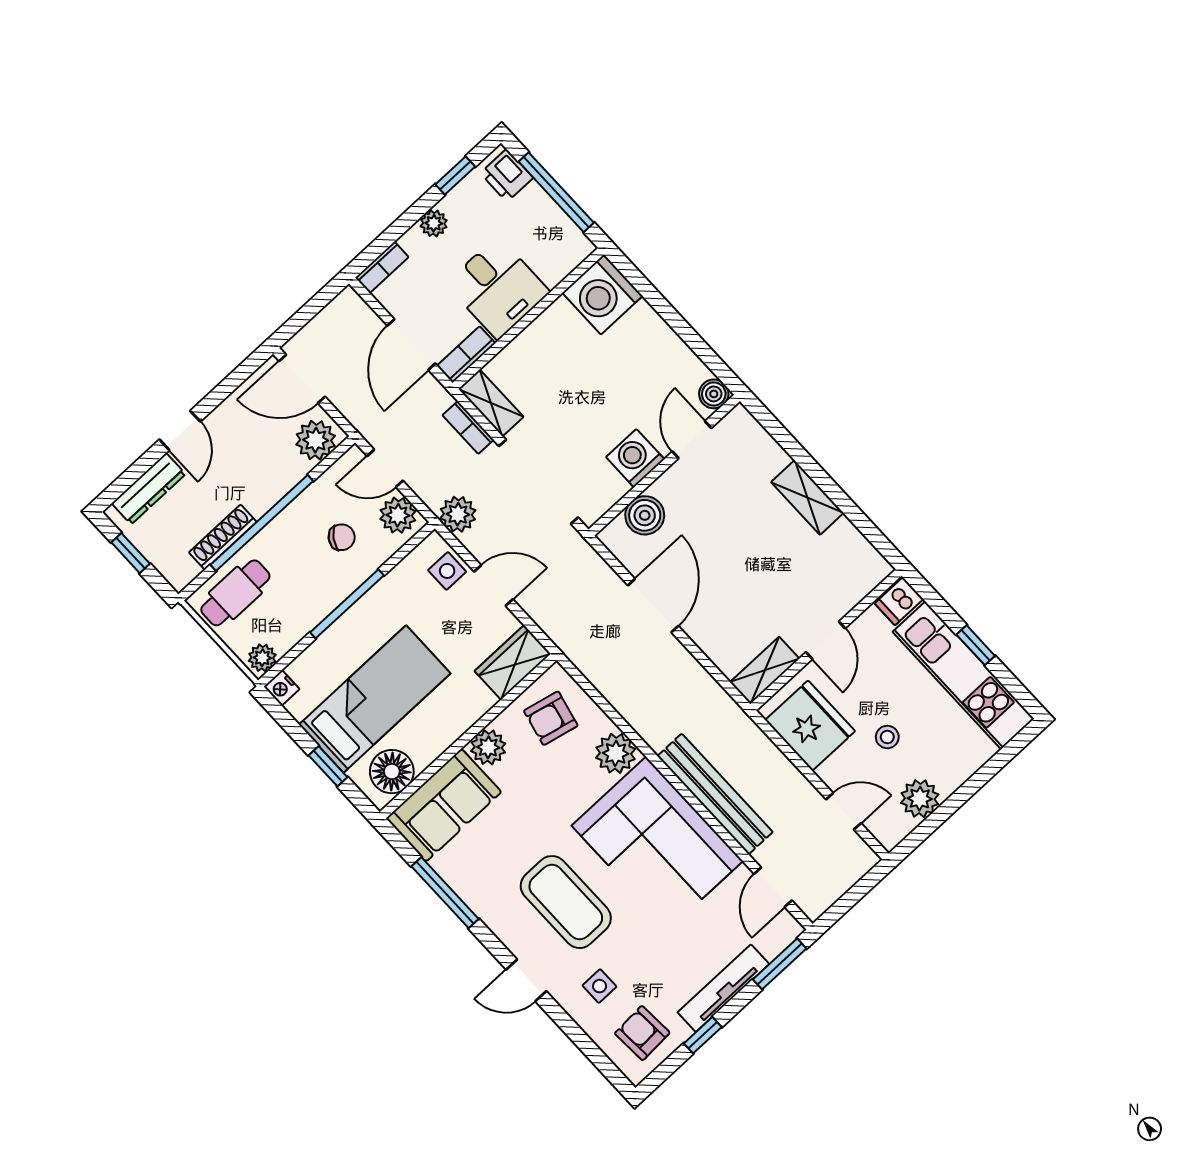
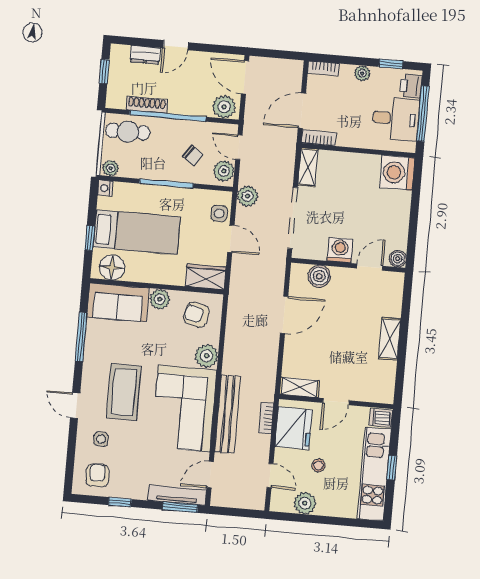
desk: (498, 288) -> (396, 119), moved, turned -90
bookcase: (468, 427) -> (266, 418), moved
dresser: (149, 489) -> (145, 55), width x0.70
tv unit: (723, 988) -> (177, 495), moved

